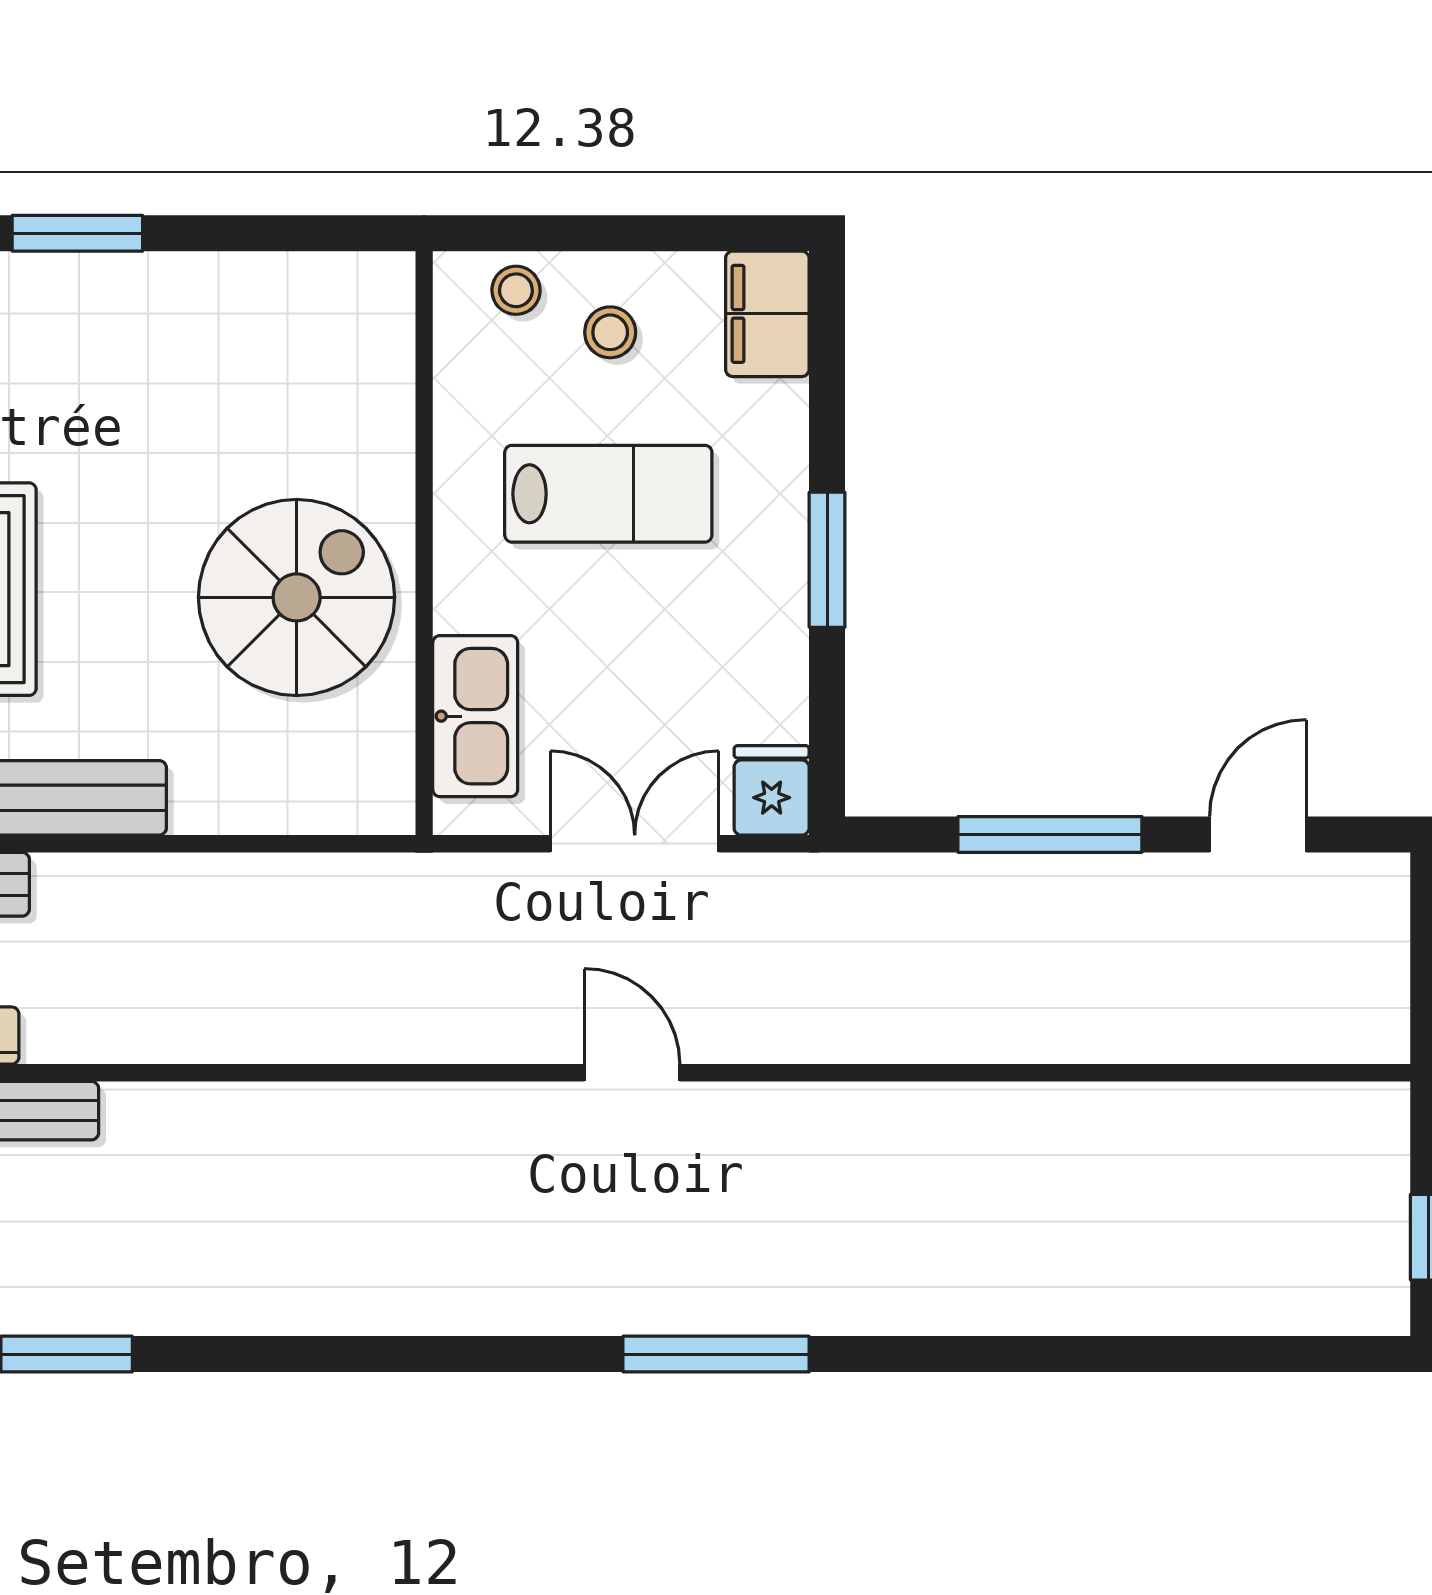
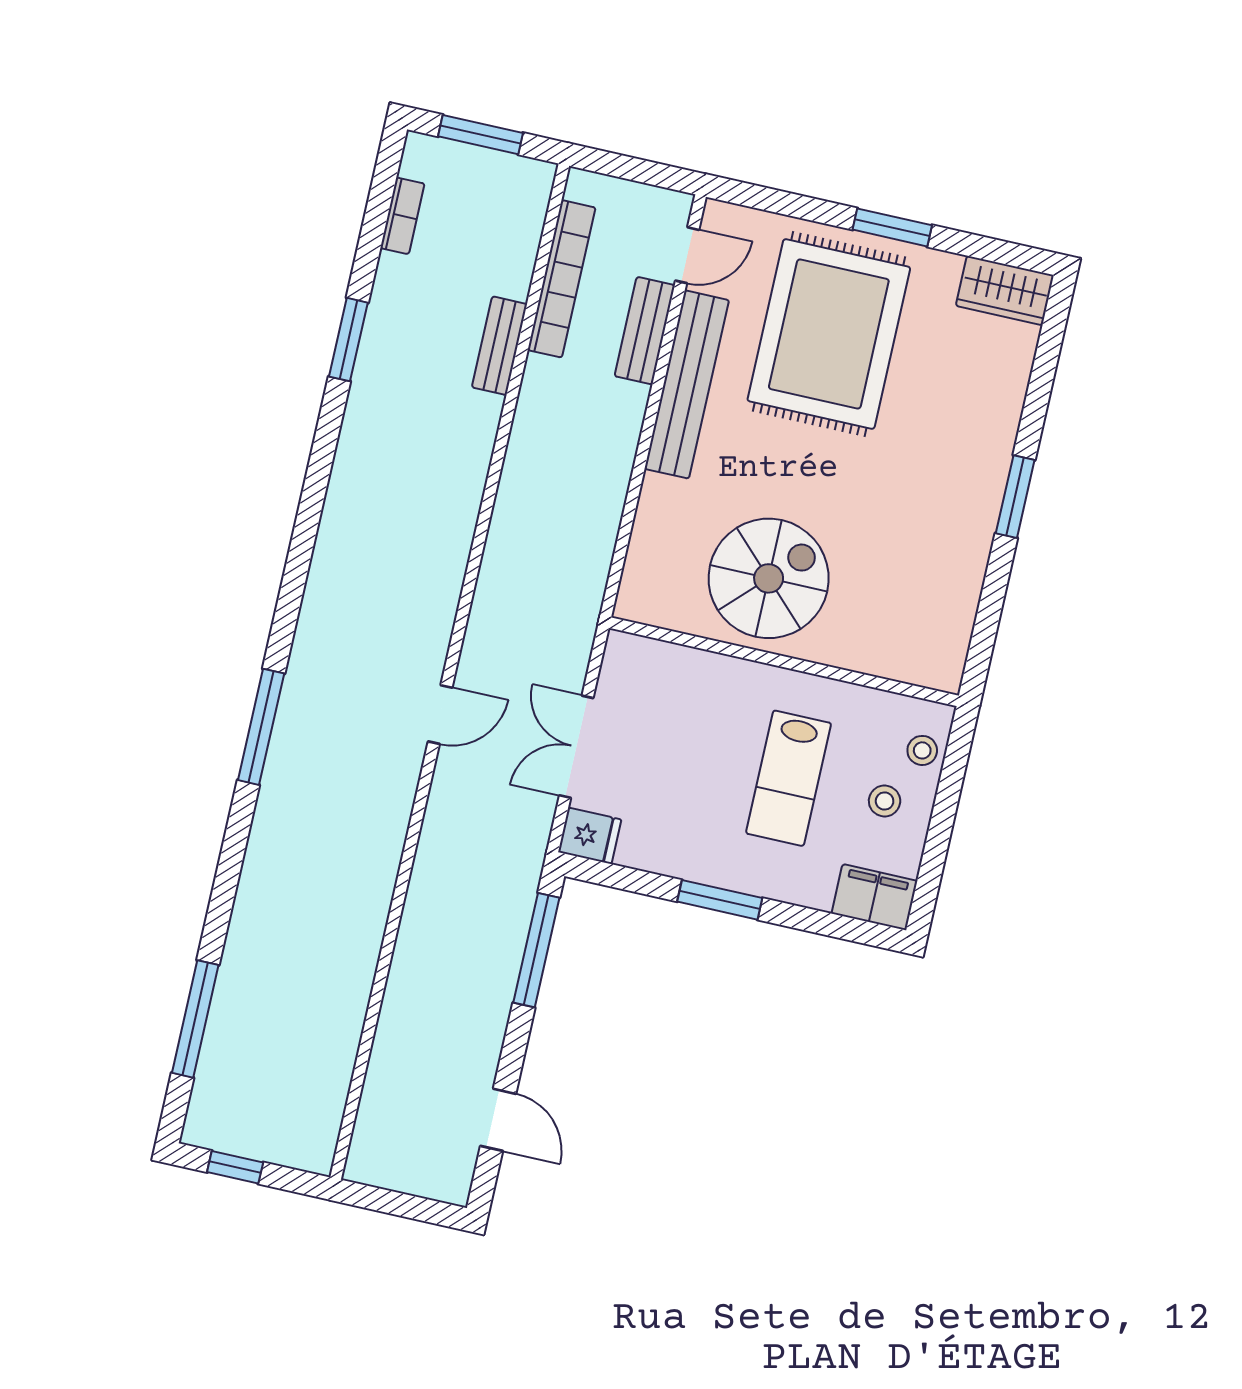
spiral stairs: (297, 597) -> (769, 578), turned -90
kitchen sink: (475, 716) -> (674, 669), removed
window: (1050, 834) -> (536, 950), moved
double door: (635, 844) -> (576, 747), swing flipped
window: (1206, 1354) -> (195, 1019), added

